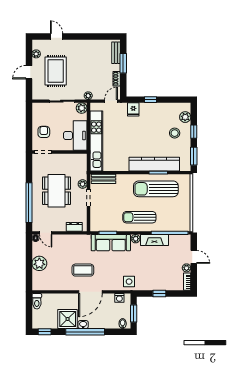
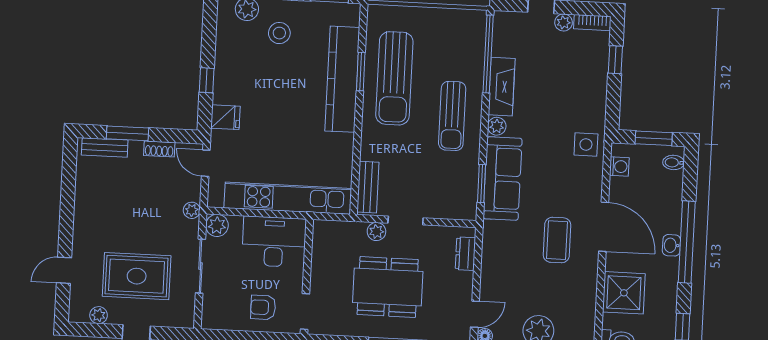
window: (159, 293) -> (615, 60), moved
shower: (68, 319) -> (624, 293), moved

